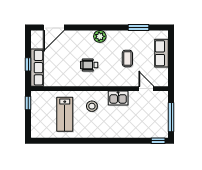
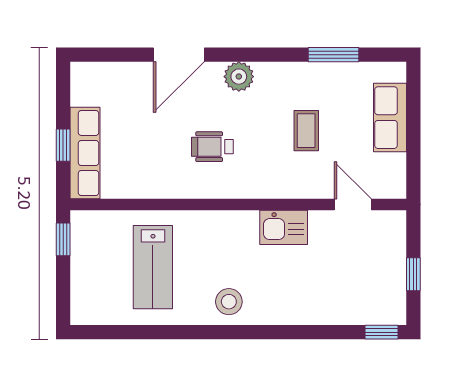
door: (54, 27) -> (179, 55), moved
stool: (92, 106) -> (229, 302), moved
window: (171, 117) -> (413, 274), width x0.46

